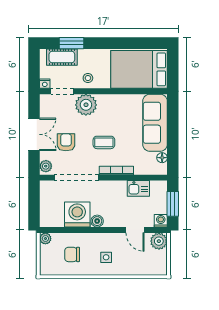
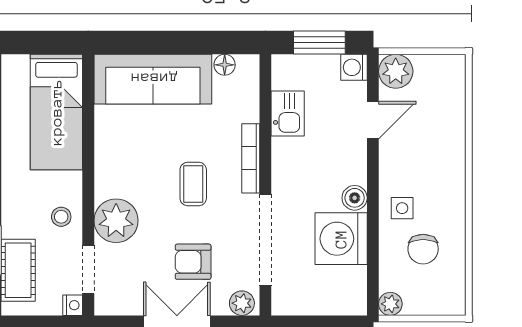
bed: (139, 69) -> (56, 112), width x0.67
side table: (106, 257) -> (402, 208), moved

